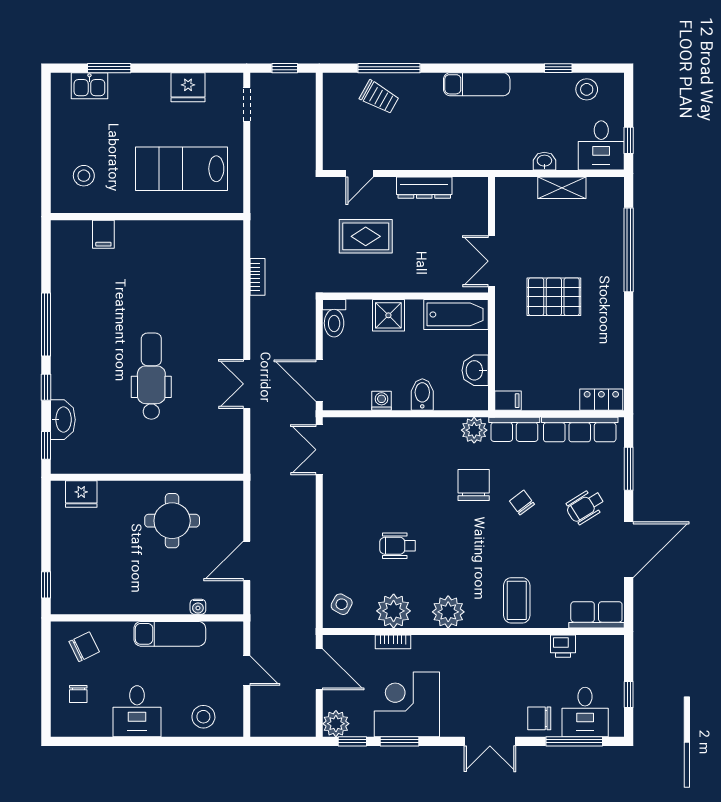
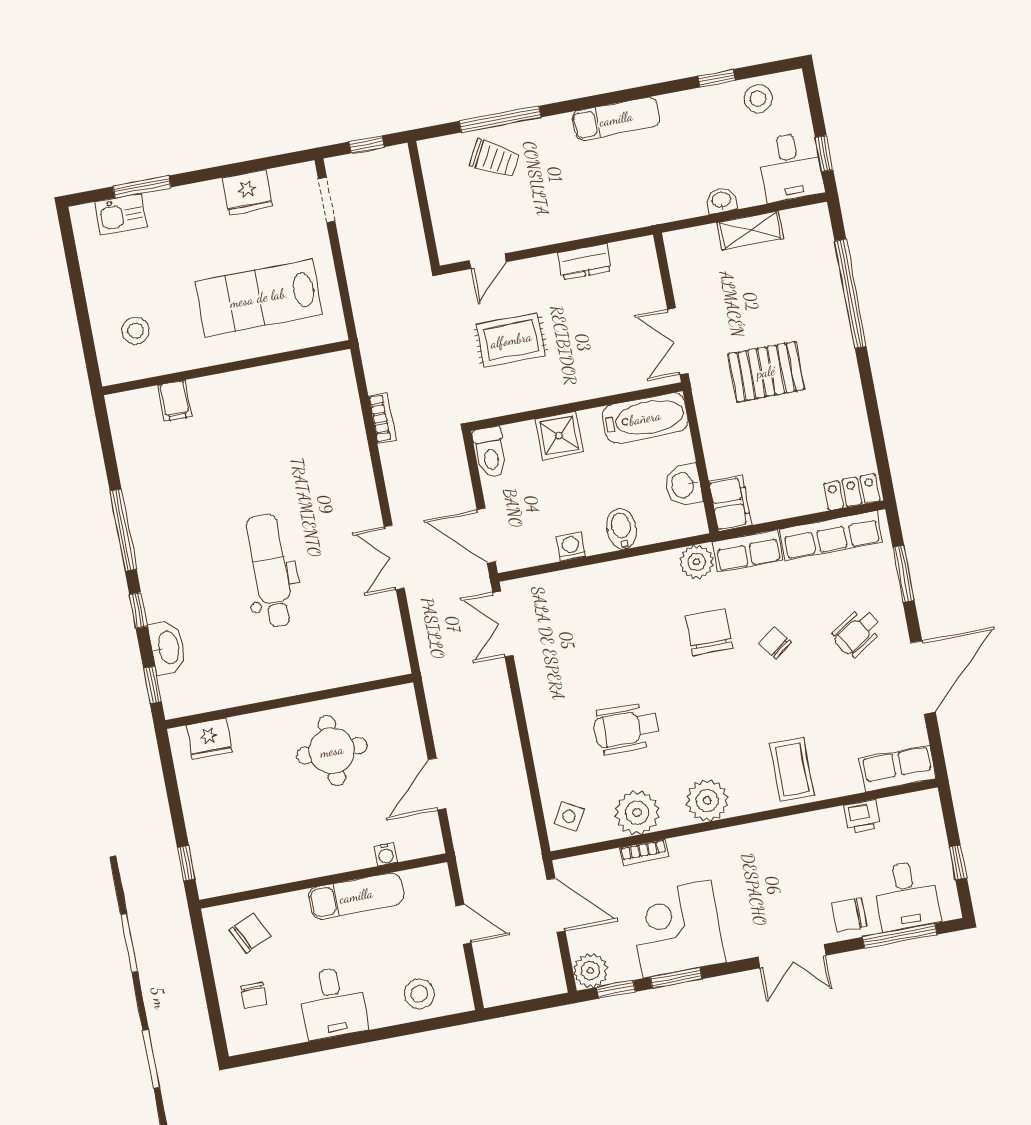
dresser: (424, 188) -> (585, 262), width x0.70
filing cabinet: (508, 401) -> (730, 503), width x2.00
wheelchair: (398, 546) -> (626, 728), width x1.36, depth x1.37

